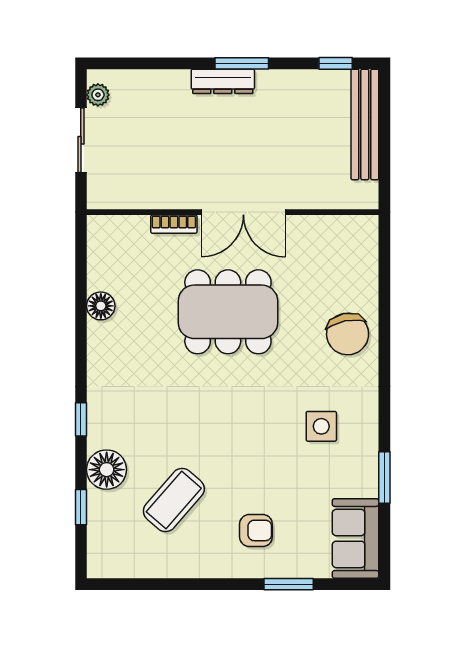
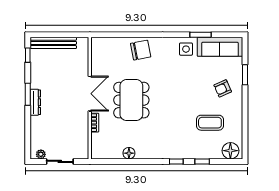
side table: (321, 426) -> (186, 49), moved
floor lamp: (107, 470) -> (230, 151), moved
coffee table: (174, 500) -> (210, 123), turned -41
window: (81, 507) -> (202, 161), moved
armchair: (256, 530) -> (223, 88), turned -114
sofa: (356, 538) -> (220, 47), width x1.36

